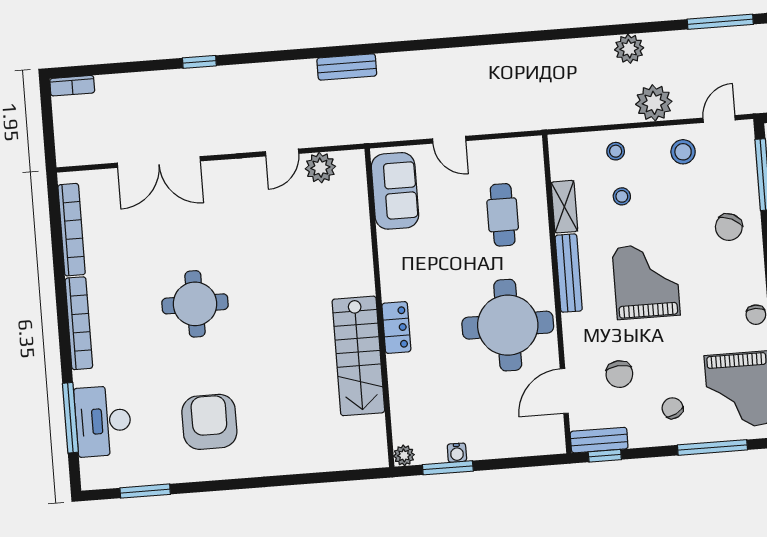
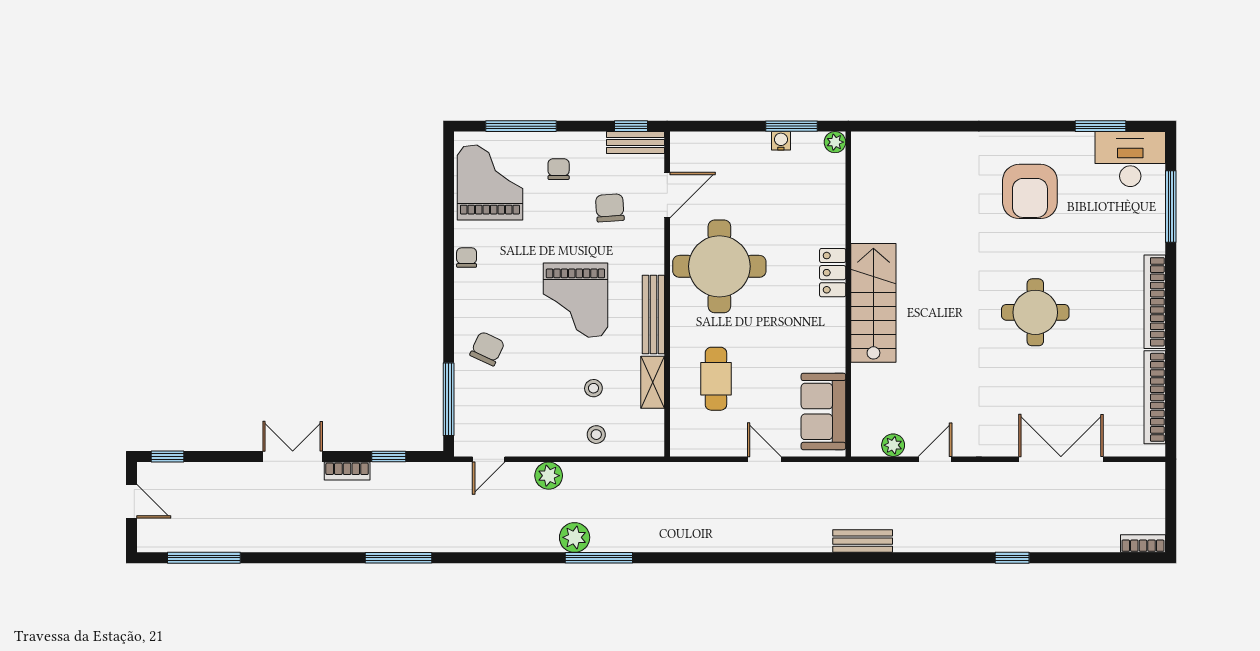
window: (720, 22) -> (599, 558), moved
plant: (654, 103) -> (549, 476), width x0.73, depth x0.73
stool: (683, 152) -> (528, 429), removed
plant: (320, 168) -> (893, 445), width x0.73, depth x0.73
stairs: (358, 356) -> (873, 303), moved
chair: (673, 408) -> (559, 169), turned -152
desk: (103, 421) -> (1130, 159), moved, turned -90

